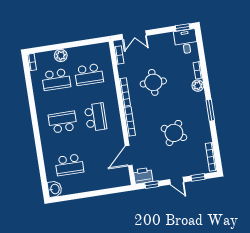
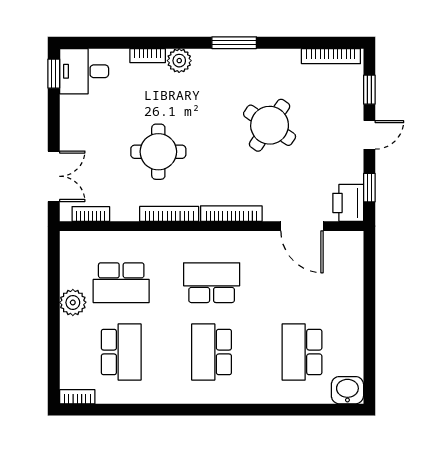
plant: (61, 55) -> (73, 302), moved
school desk: (89, 74) -> (121, 283), turned 90
school desk: (69, 165) -> (302, 352), turned 180

